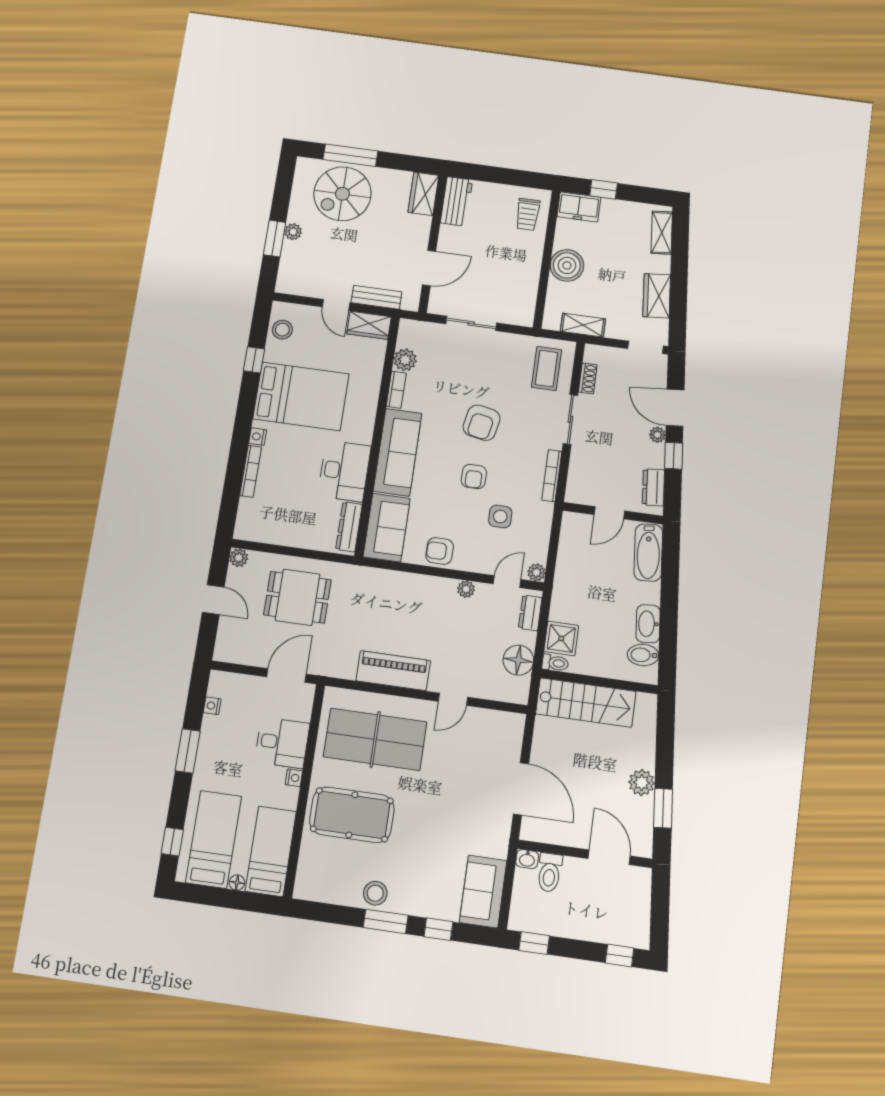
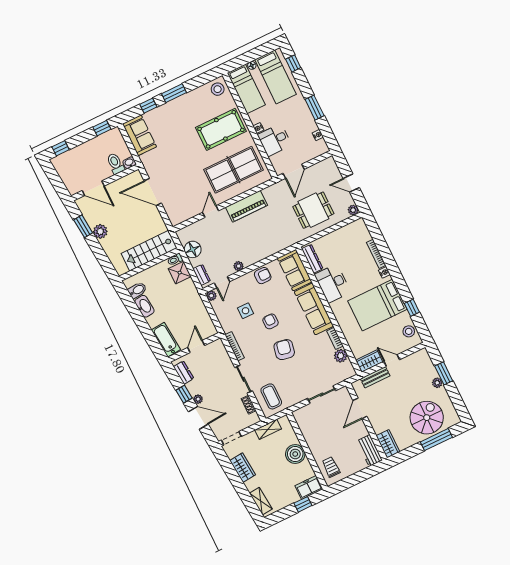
stool: (375, 893) -> (218, 89), moved

